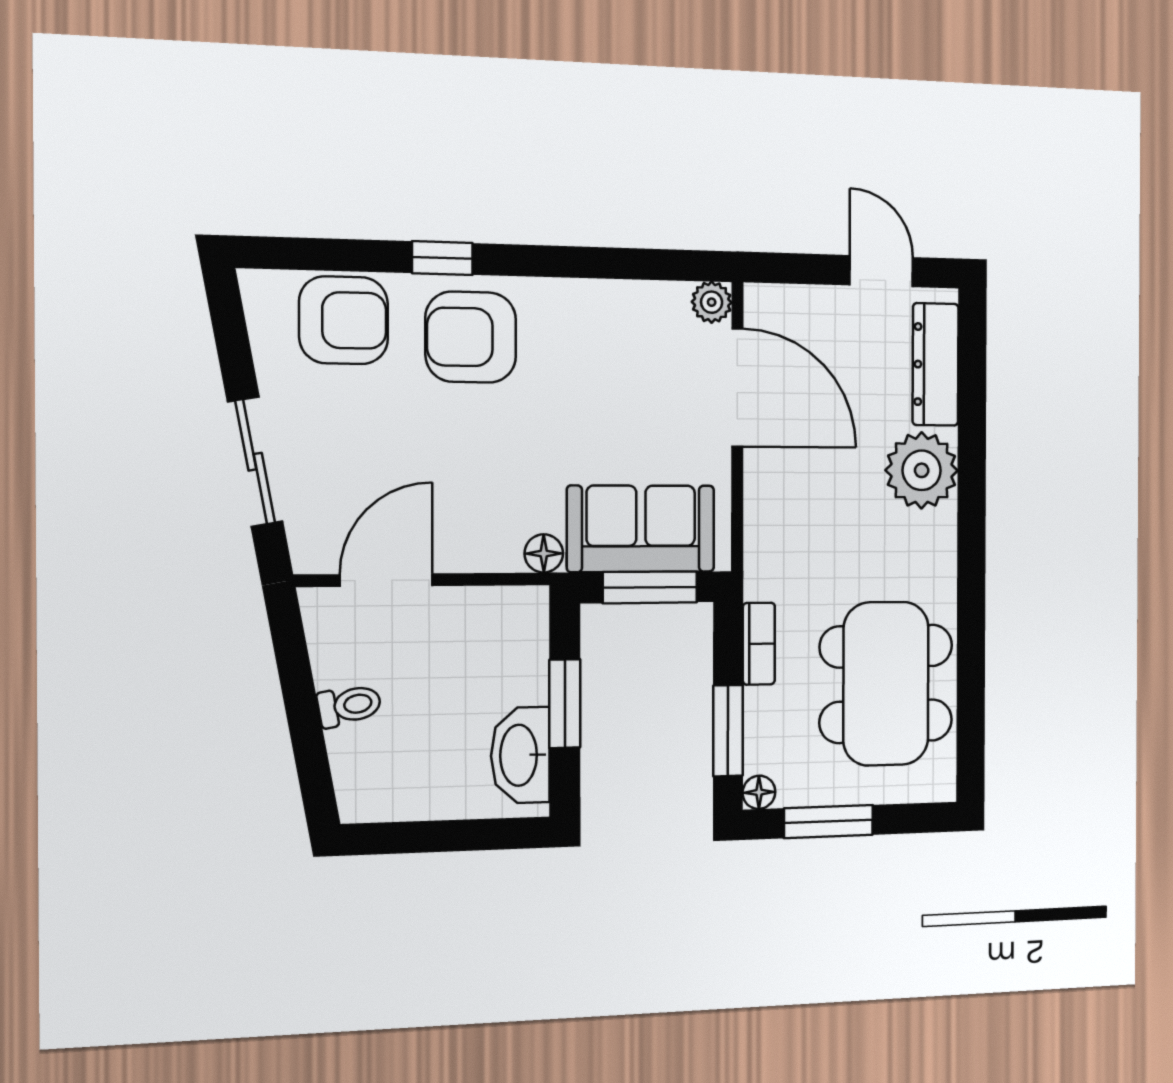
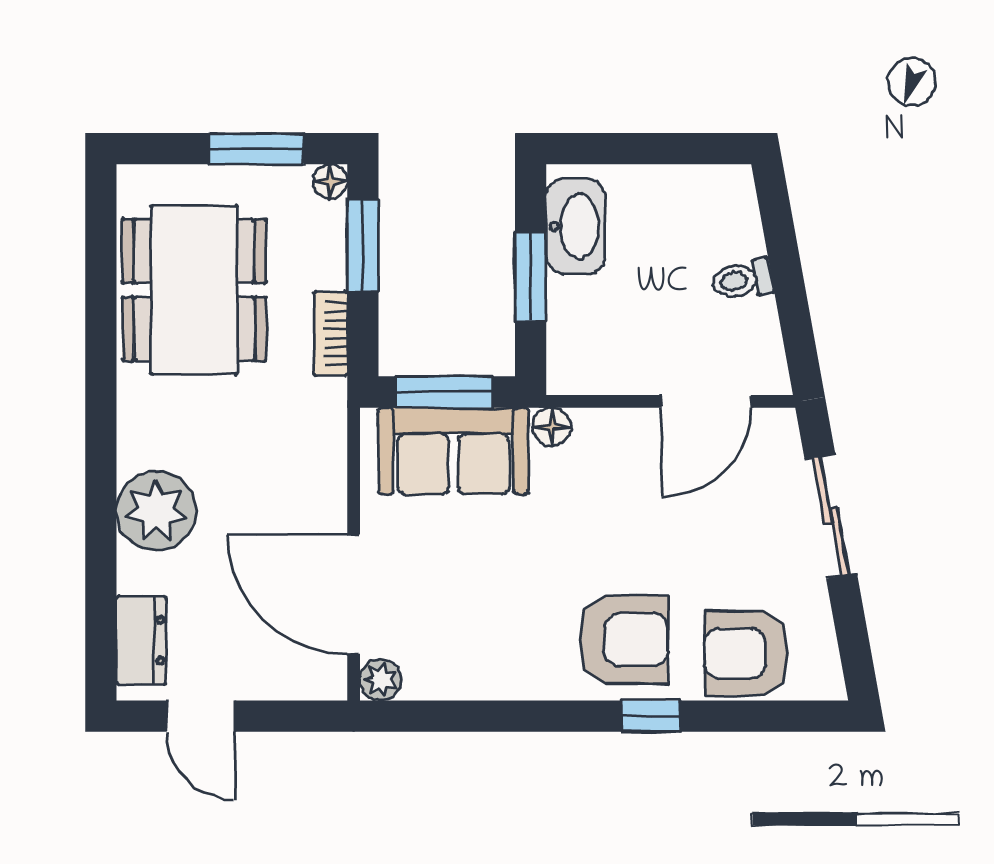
dresser: (936, 364) -> (141, 640), width x0.70

